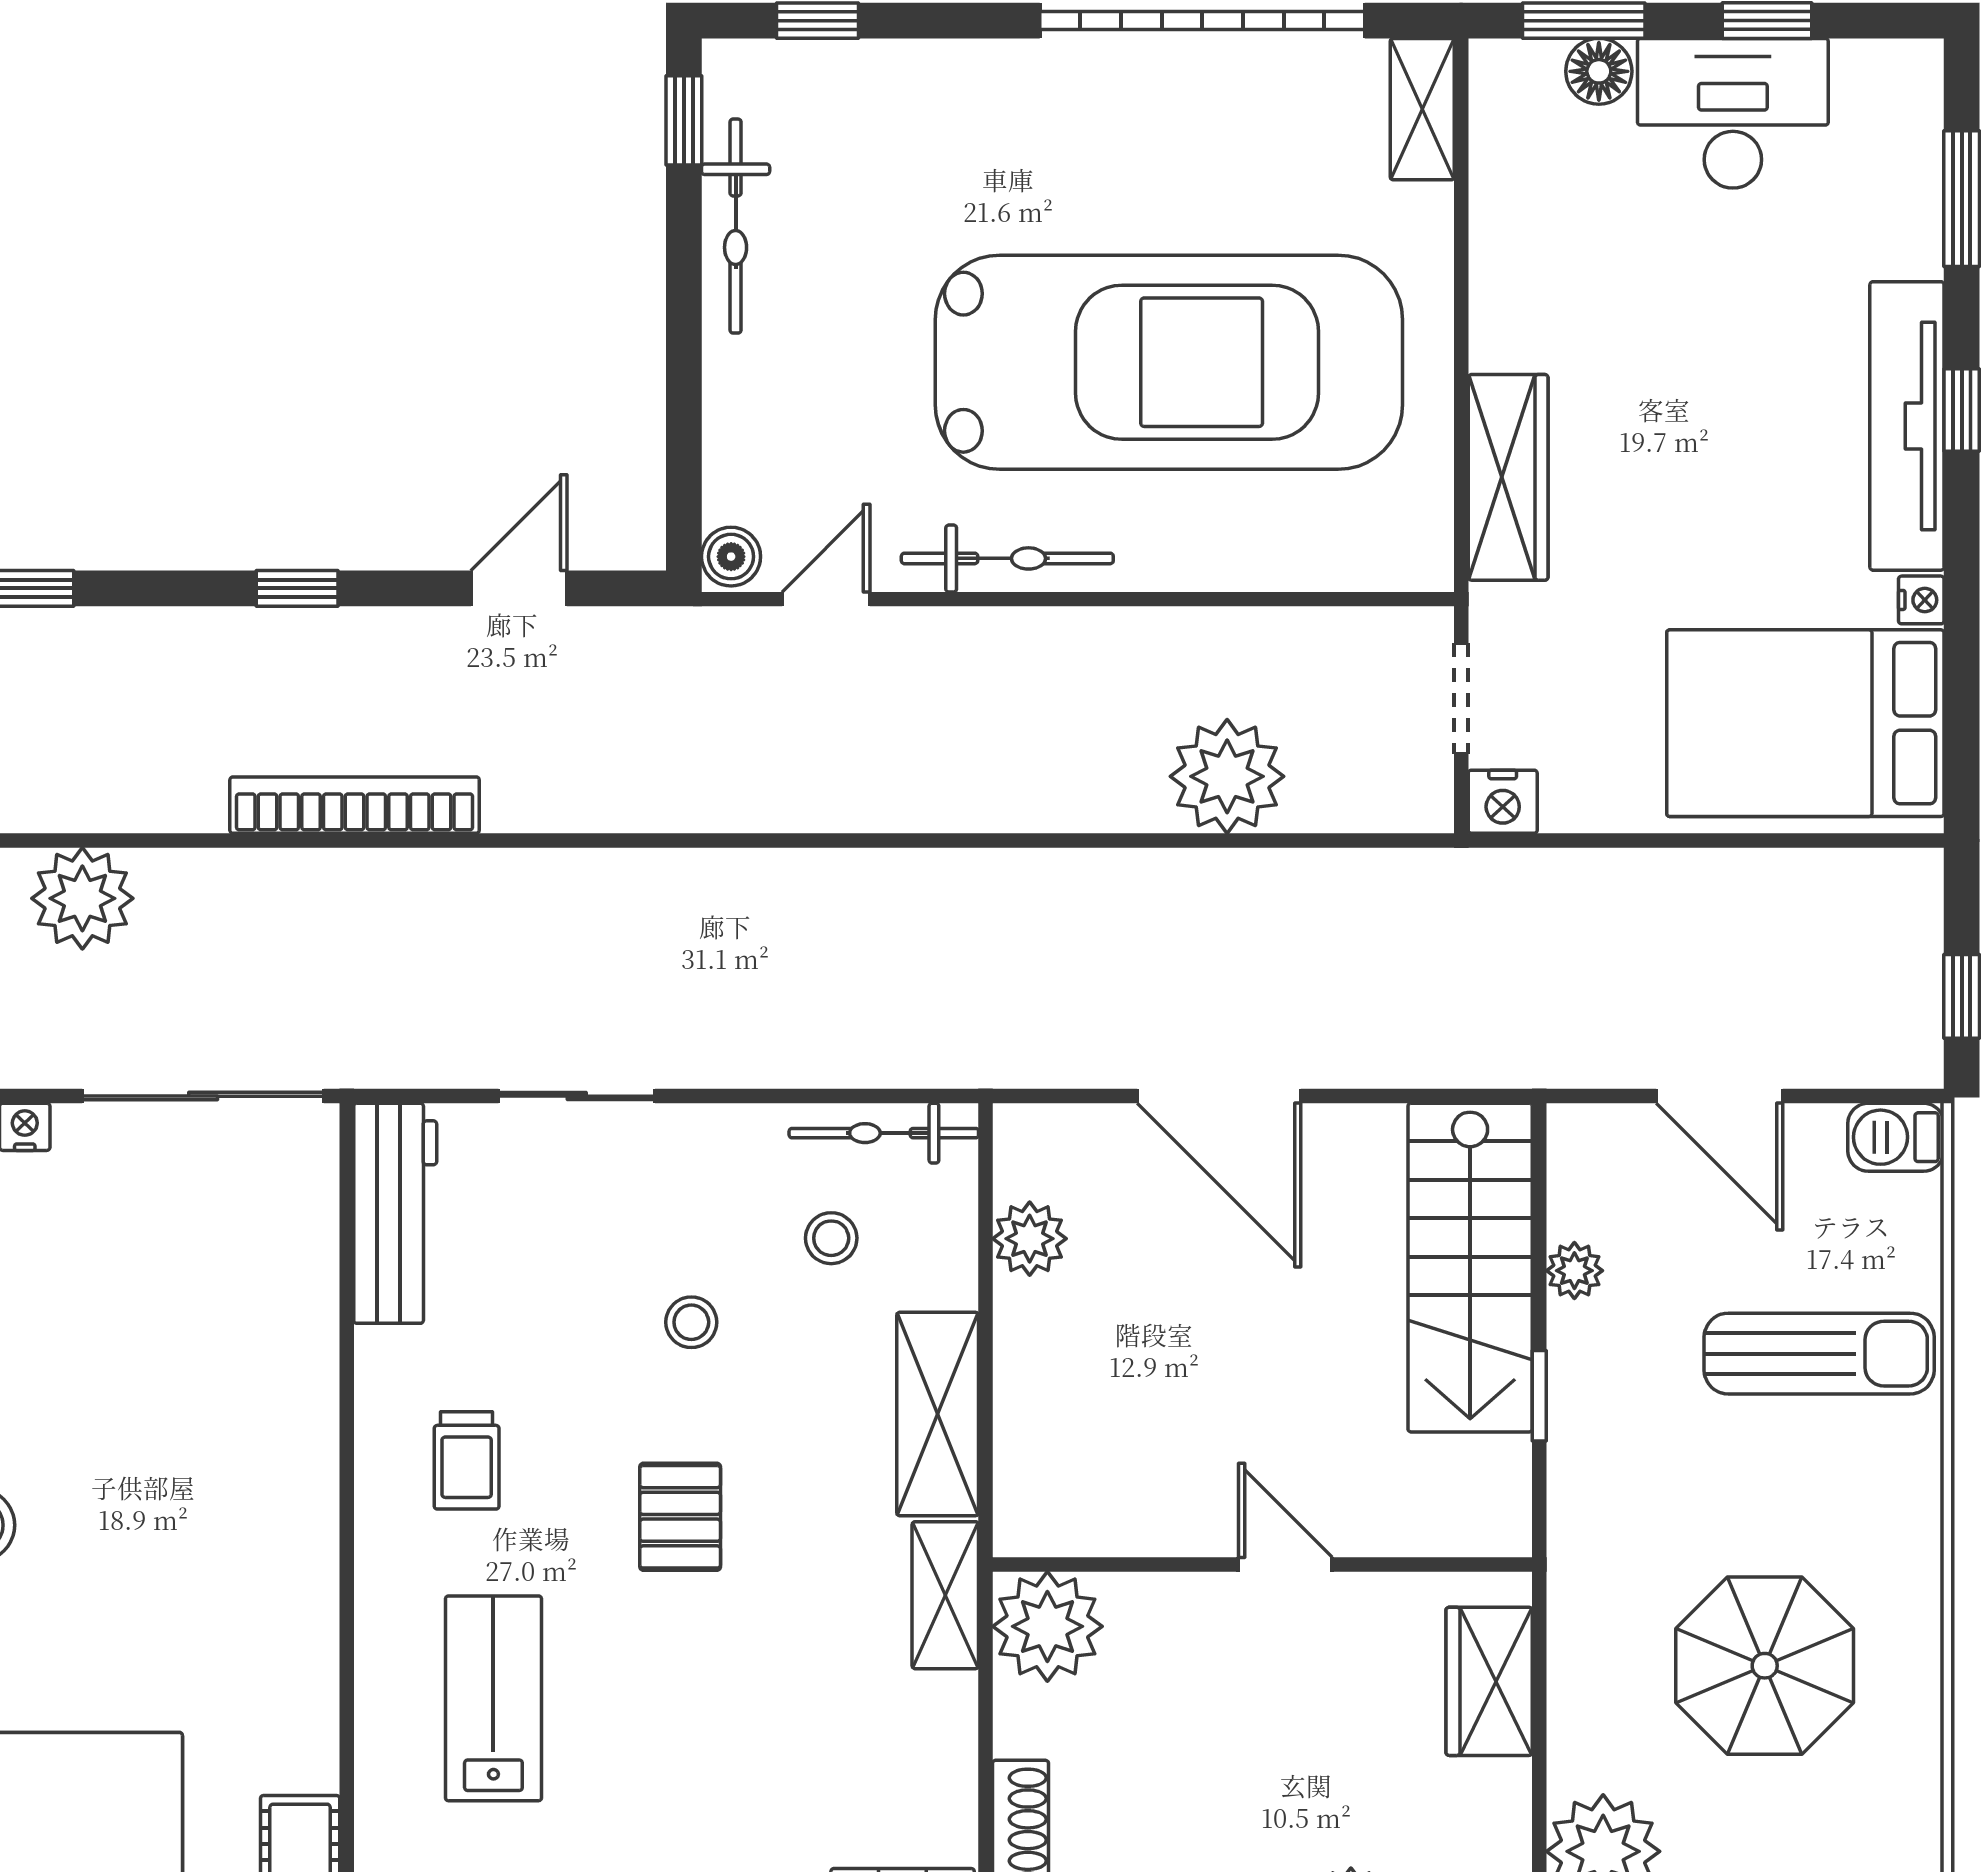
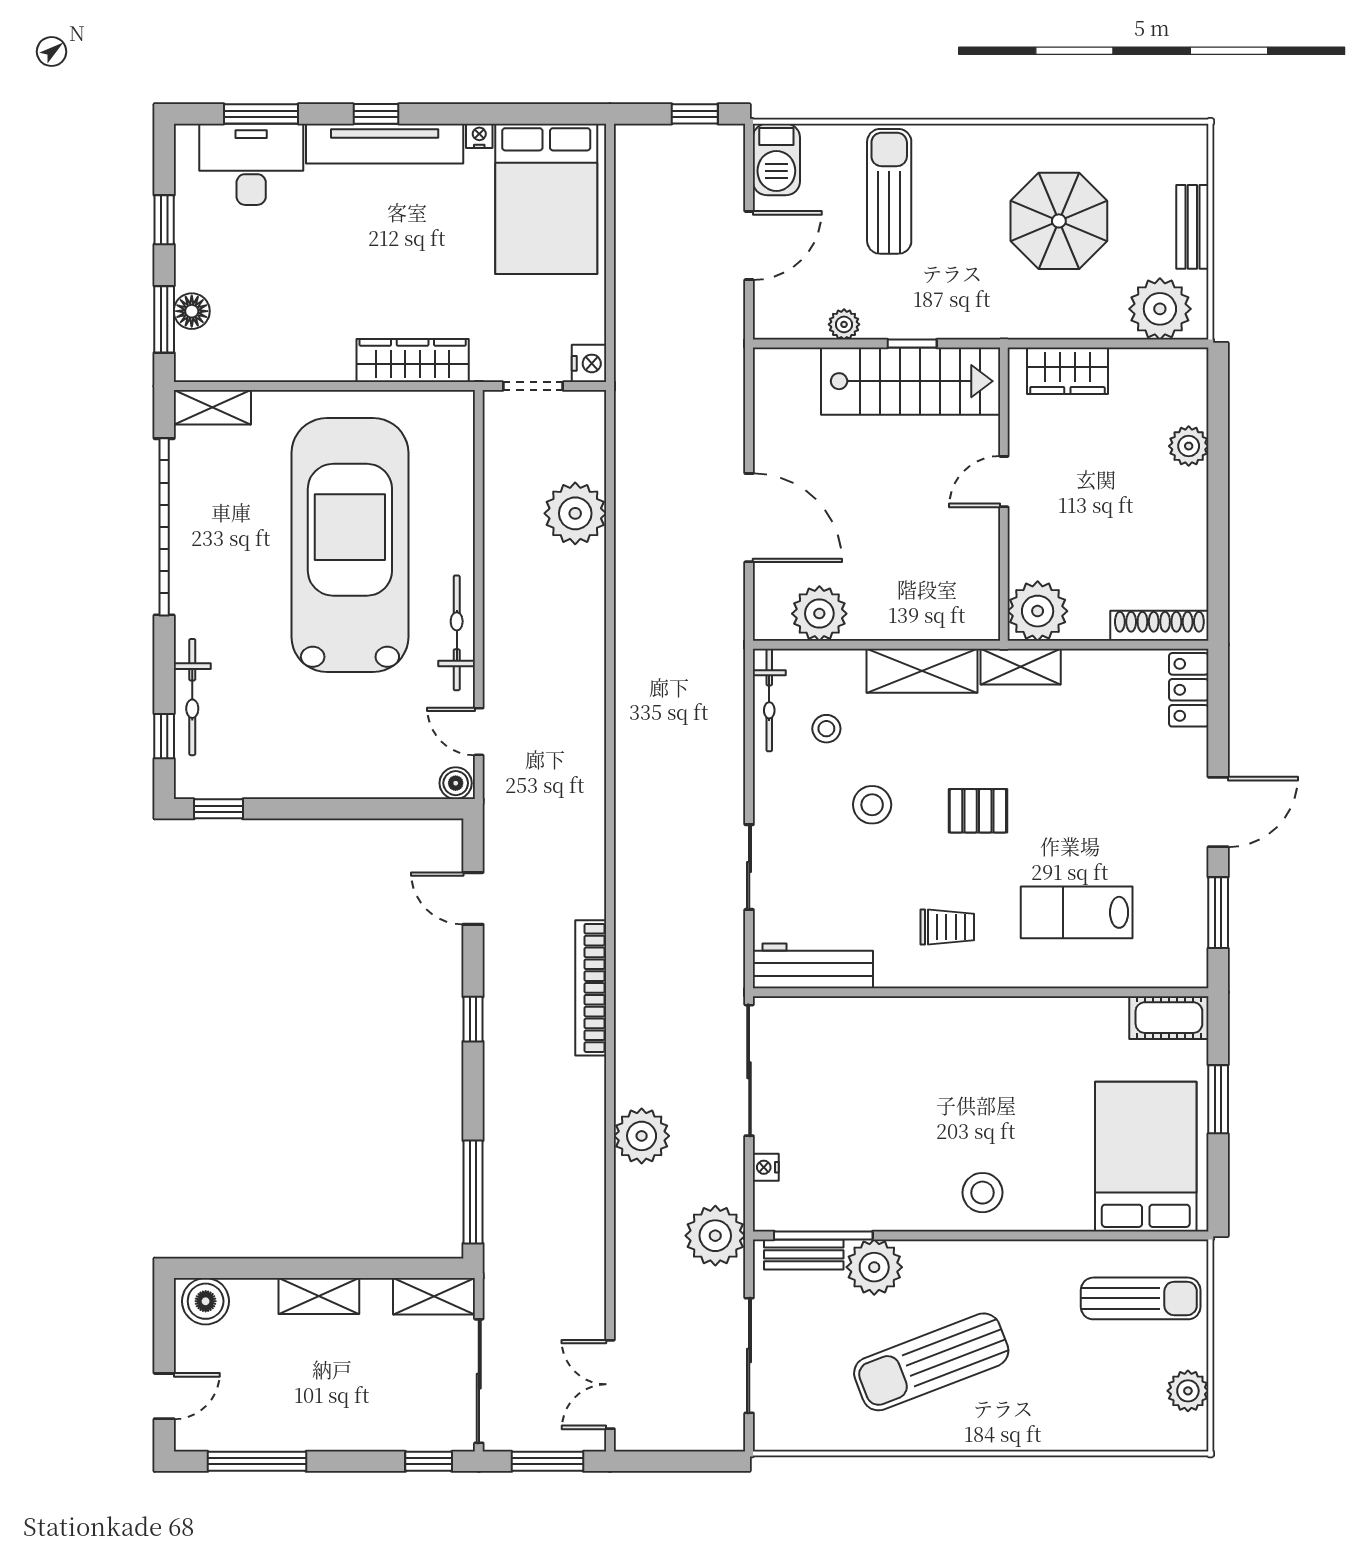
desk: (1733, 113) -> (251, 164), moved, turned 90
bicycle: (736, 226) -> (192, 697), moved, turned 90
door: (1219, 1096) -> (749, 518), hinge flipped
barbecue: (1896, 1137) -> (776, 159), width x1.38, depth x1.27
plant: (1030, 1239) -> (819, 614), width x1.36, depth x1.36
stairs: (1470, 1268) -> (911, 381), moved
stool: (691, 1322) -> (872, 805), width x1.37, depth x1.37

